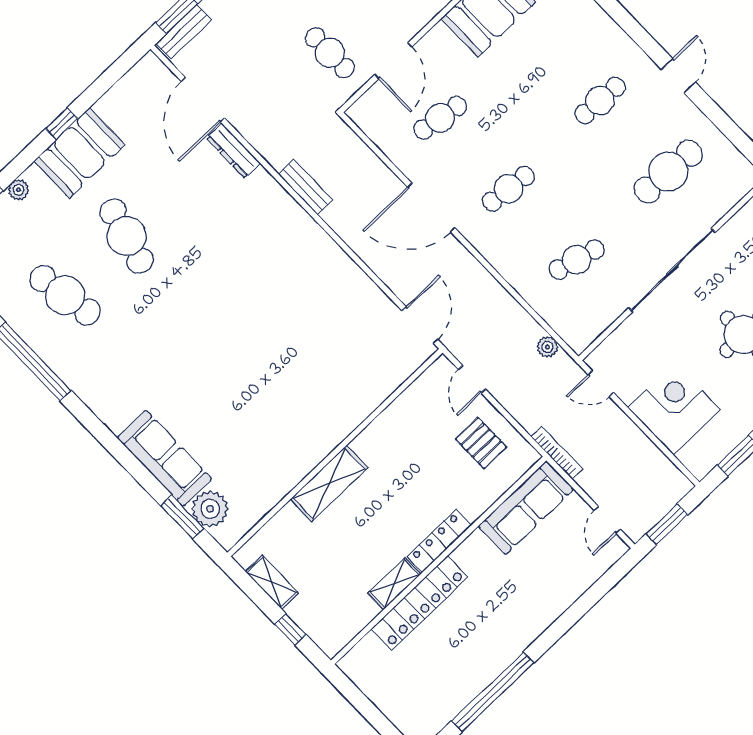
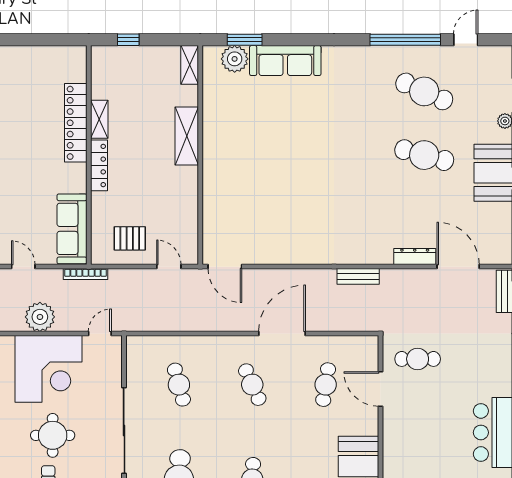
cafe table: (508, 189) -> (252, 385), turned -30
cafe table: (577, 260) -> (179, 385), turned -30
cafe table: (65, 295) -> (424, 91), turned 33
plant: (547, 347) -> (40, 317), moved, width x1.87, depth x1.87
corner desk: (674, 409) -> (48, 369), width x1.36, depth x1.36
shelving: (272, 582) -> (190, 65), moved, turned 90

